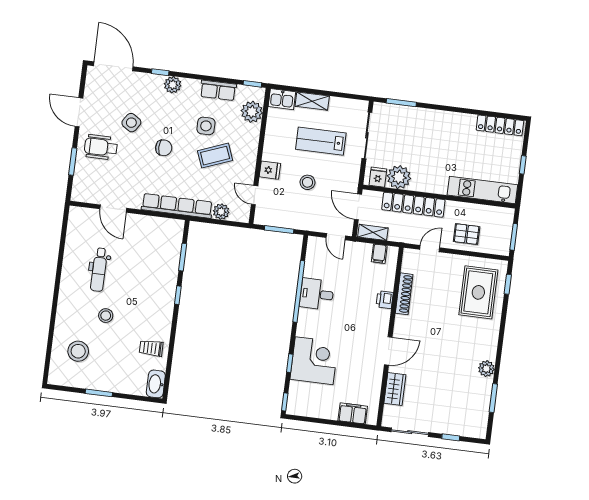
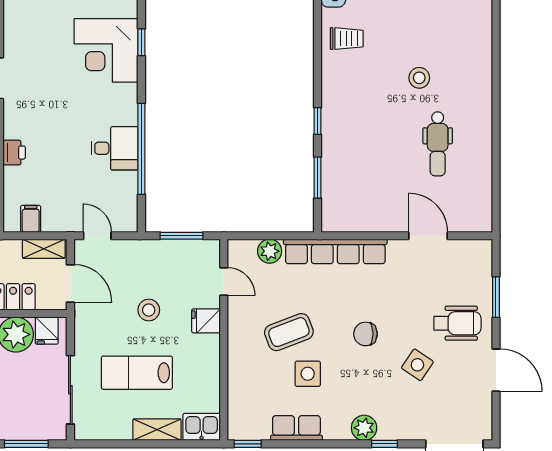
plant: (252, 112) -> (243, 403), removed
lab bench: (321, 141) -> (137, 373), turned 180
dental chair: (99, 270) -> (438, 144), turned 180
stool: (78, 351) -> (453, 21), removed

